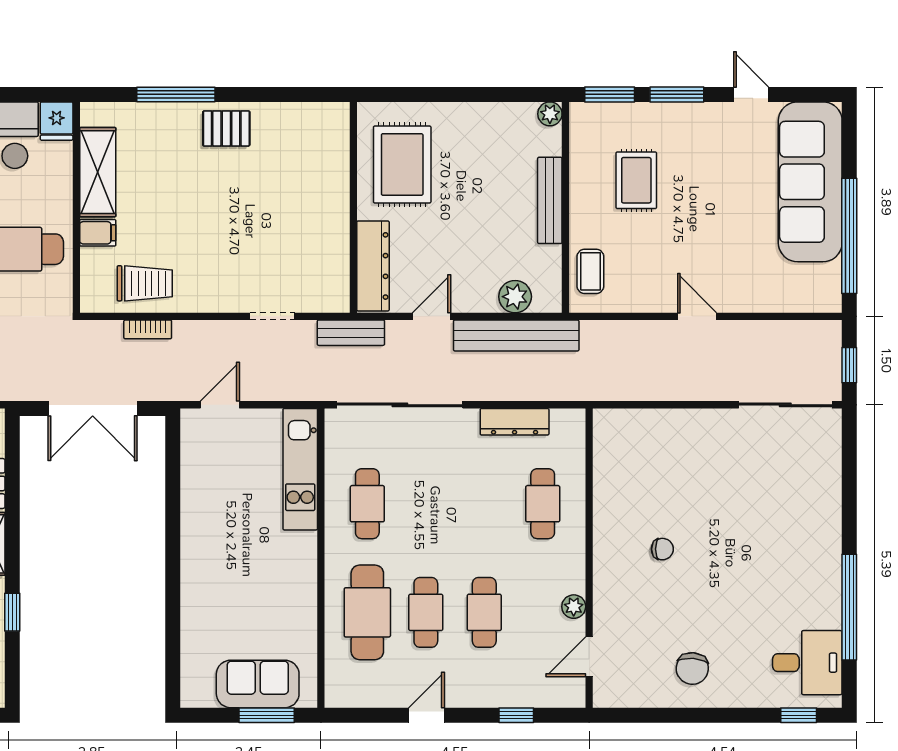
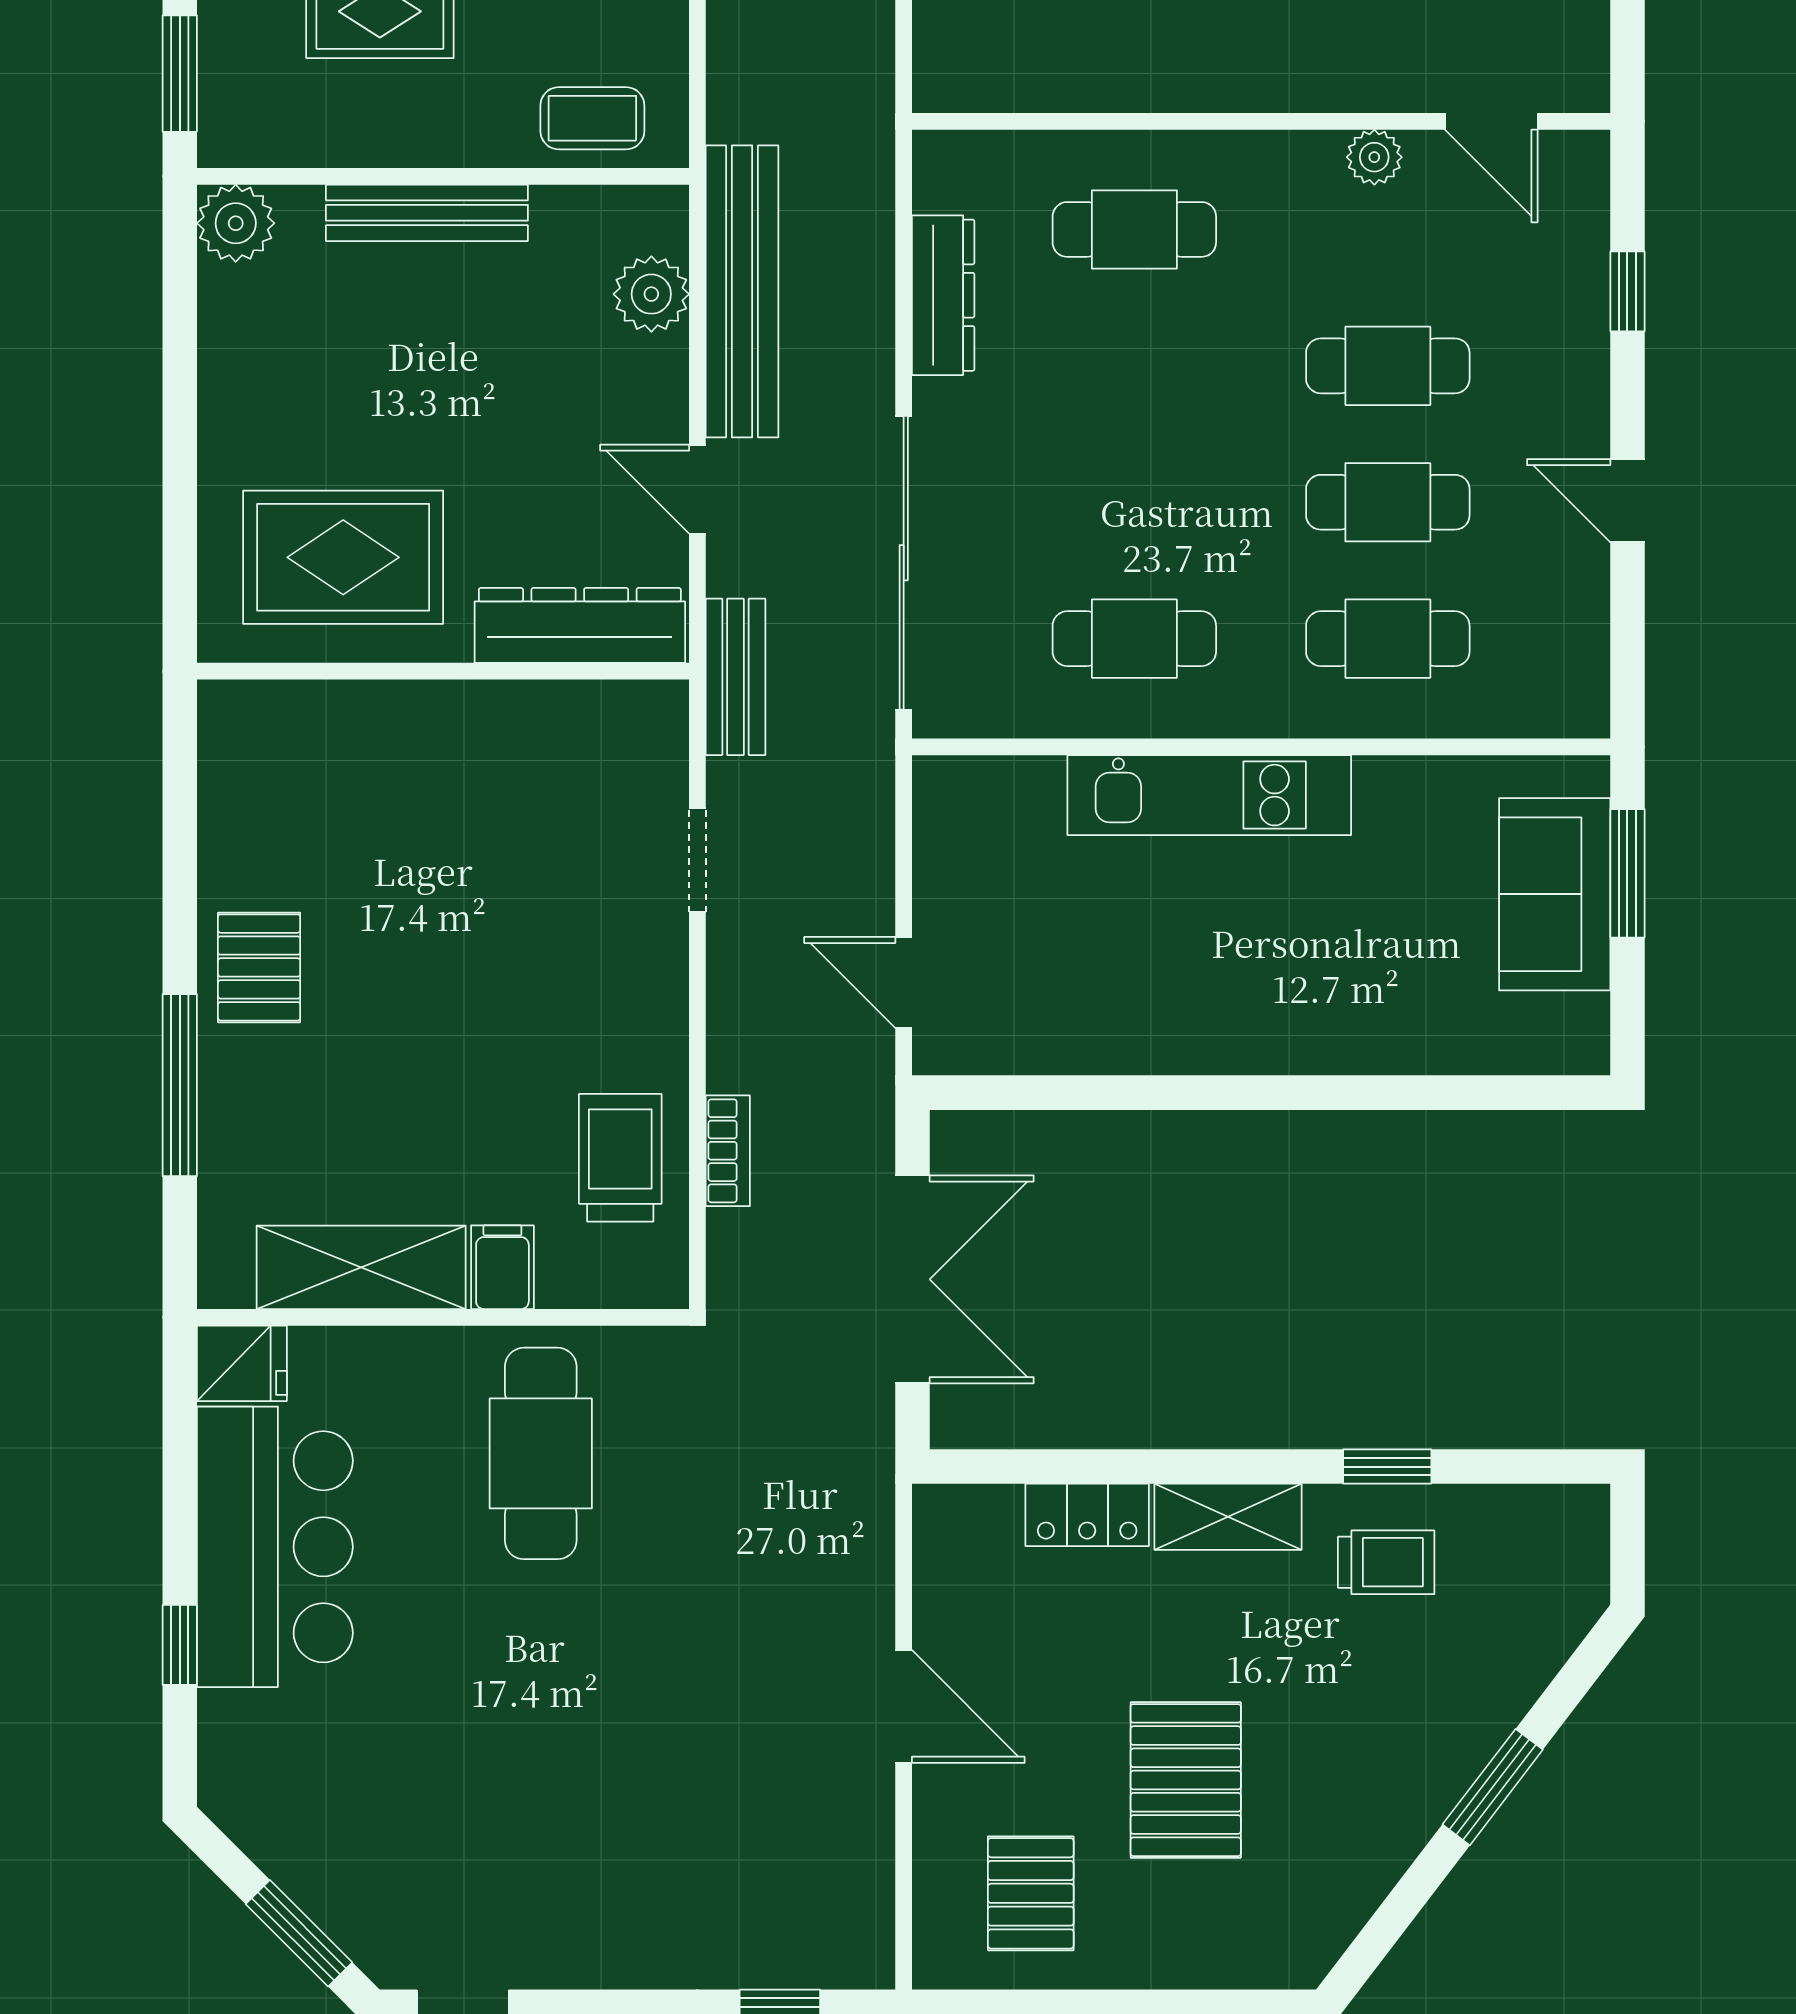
plant: (550, 114) -> (236, 223), width x1.38, depth x1.38
kitchen unit: (300, 469) -> (1209, 795), moved
cafe table: (367, 612) -> (1388, 639), width x0.73, depth x0.74

